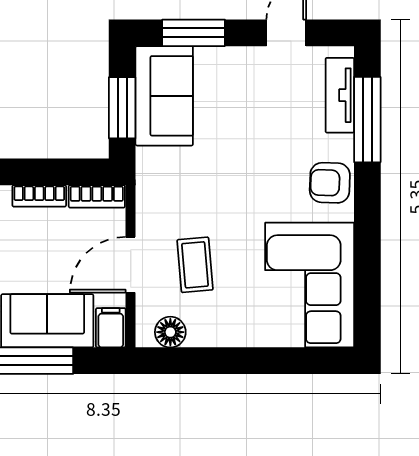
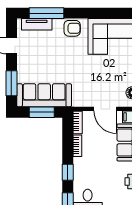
sofa: (164, 96) -> (44, 95), width x1.36
armchair: (330, 183) -> (72, 28), turned -92
coffee table: (195, 265) -> (105, 83), removed

